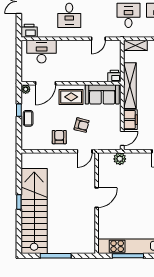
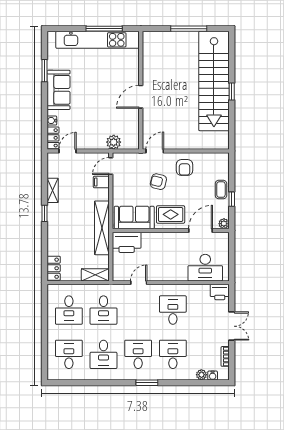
printer: (114, 76) -> (127, 242), width x1.87, depth x1.48
filing cabinet: (130, 120) -> (101, 182), width x0.50

